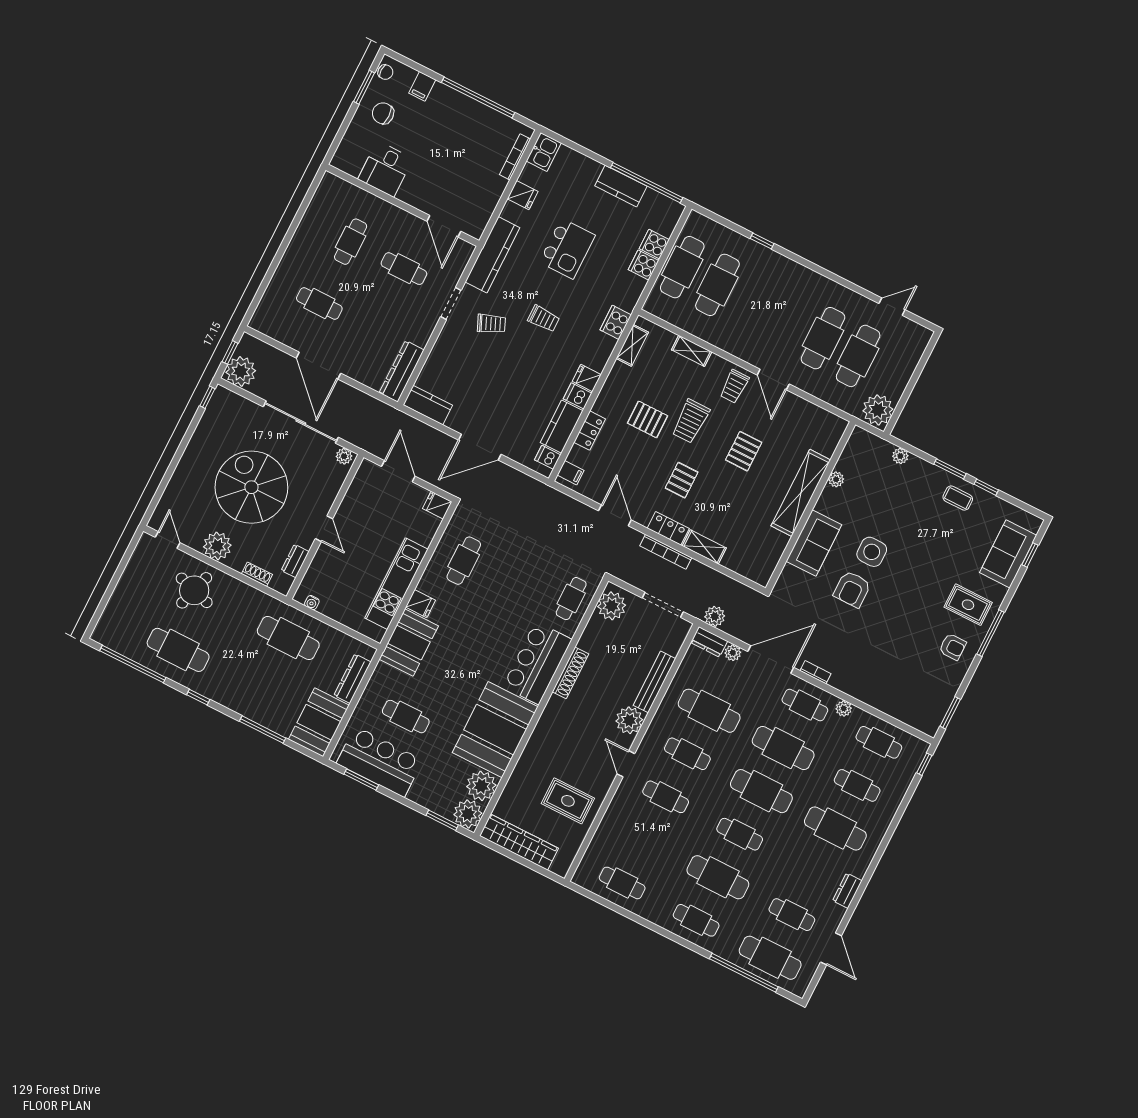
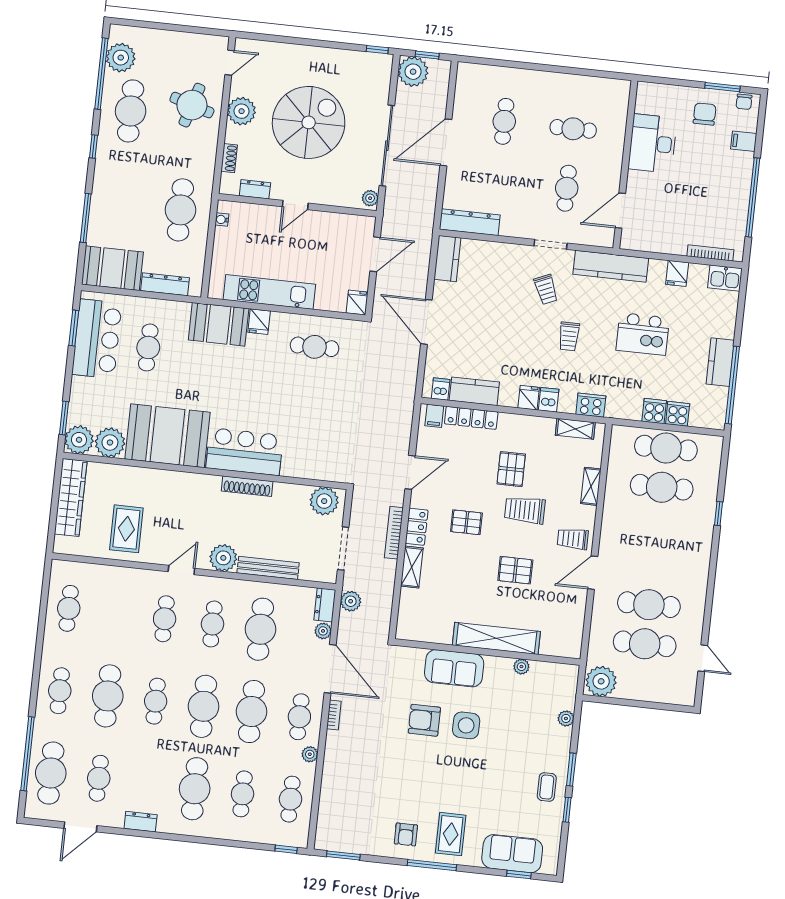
desk: (385, 169) -> (653, 143), width x1.37
dishwasher: (578, 396) -> (549, 400), moved
locker: (590, 431) -> (471, 418), width x1.53
cafe table: (571, 599) -> (317, 461), removed
plant: (125, 640) -> (121, 58), added

